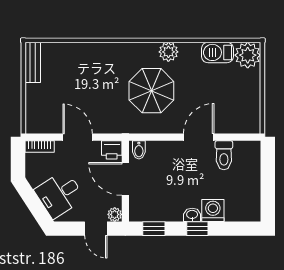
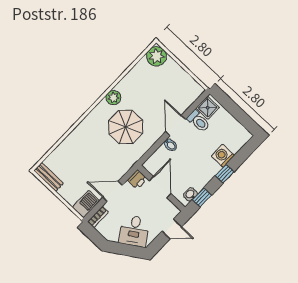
barbecue: (217, 52) -> (86, 204), moved, turned 180
bidet: (139, 150) -> (170, 145), moved
shower: (245, 152) -> (208, 108), added
door: (125, 179) -> (160, 187), swing flipped
plant: (115, 214) -> (174, 211), removed
washbasin: (192, 215) -> (190, 194), moved

